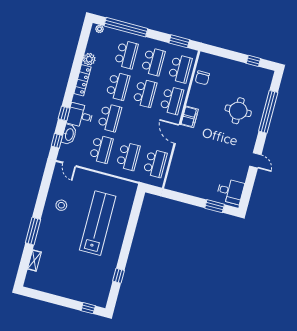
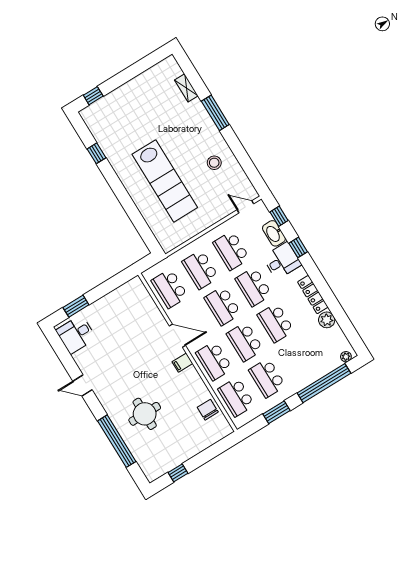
window: (179, 41) -> (276, 412), moved
school desk: (126, 54) -> (223, 306), moved
filing cabinet: (190, 117) -> (182, 363), width x0.50

